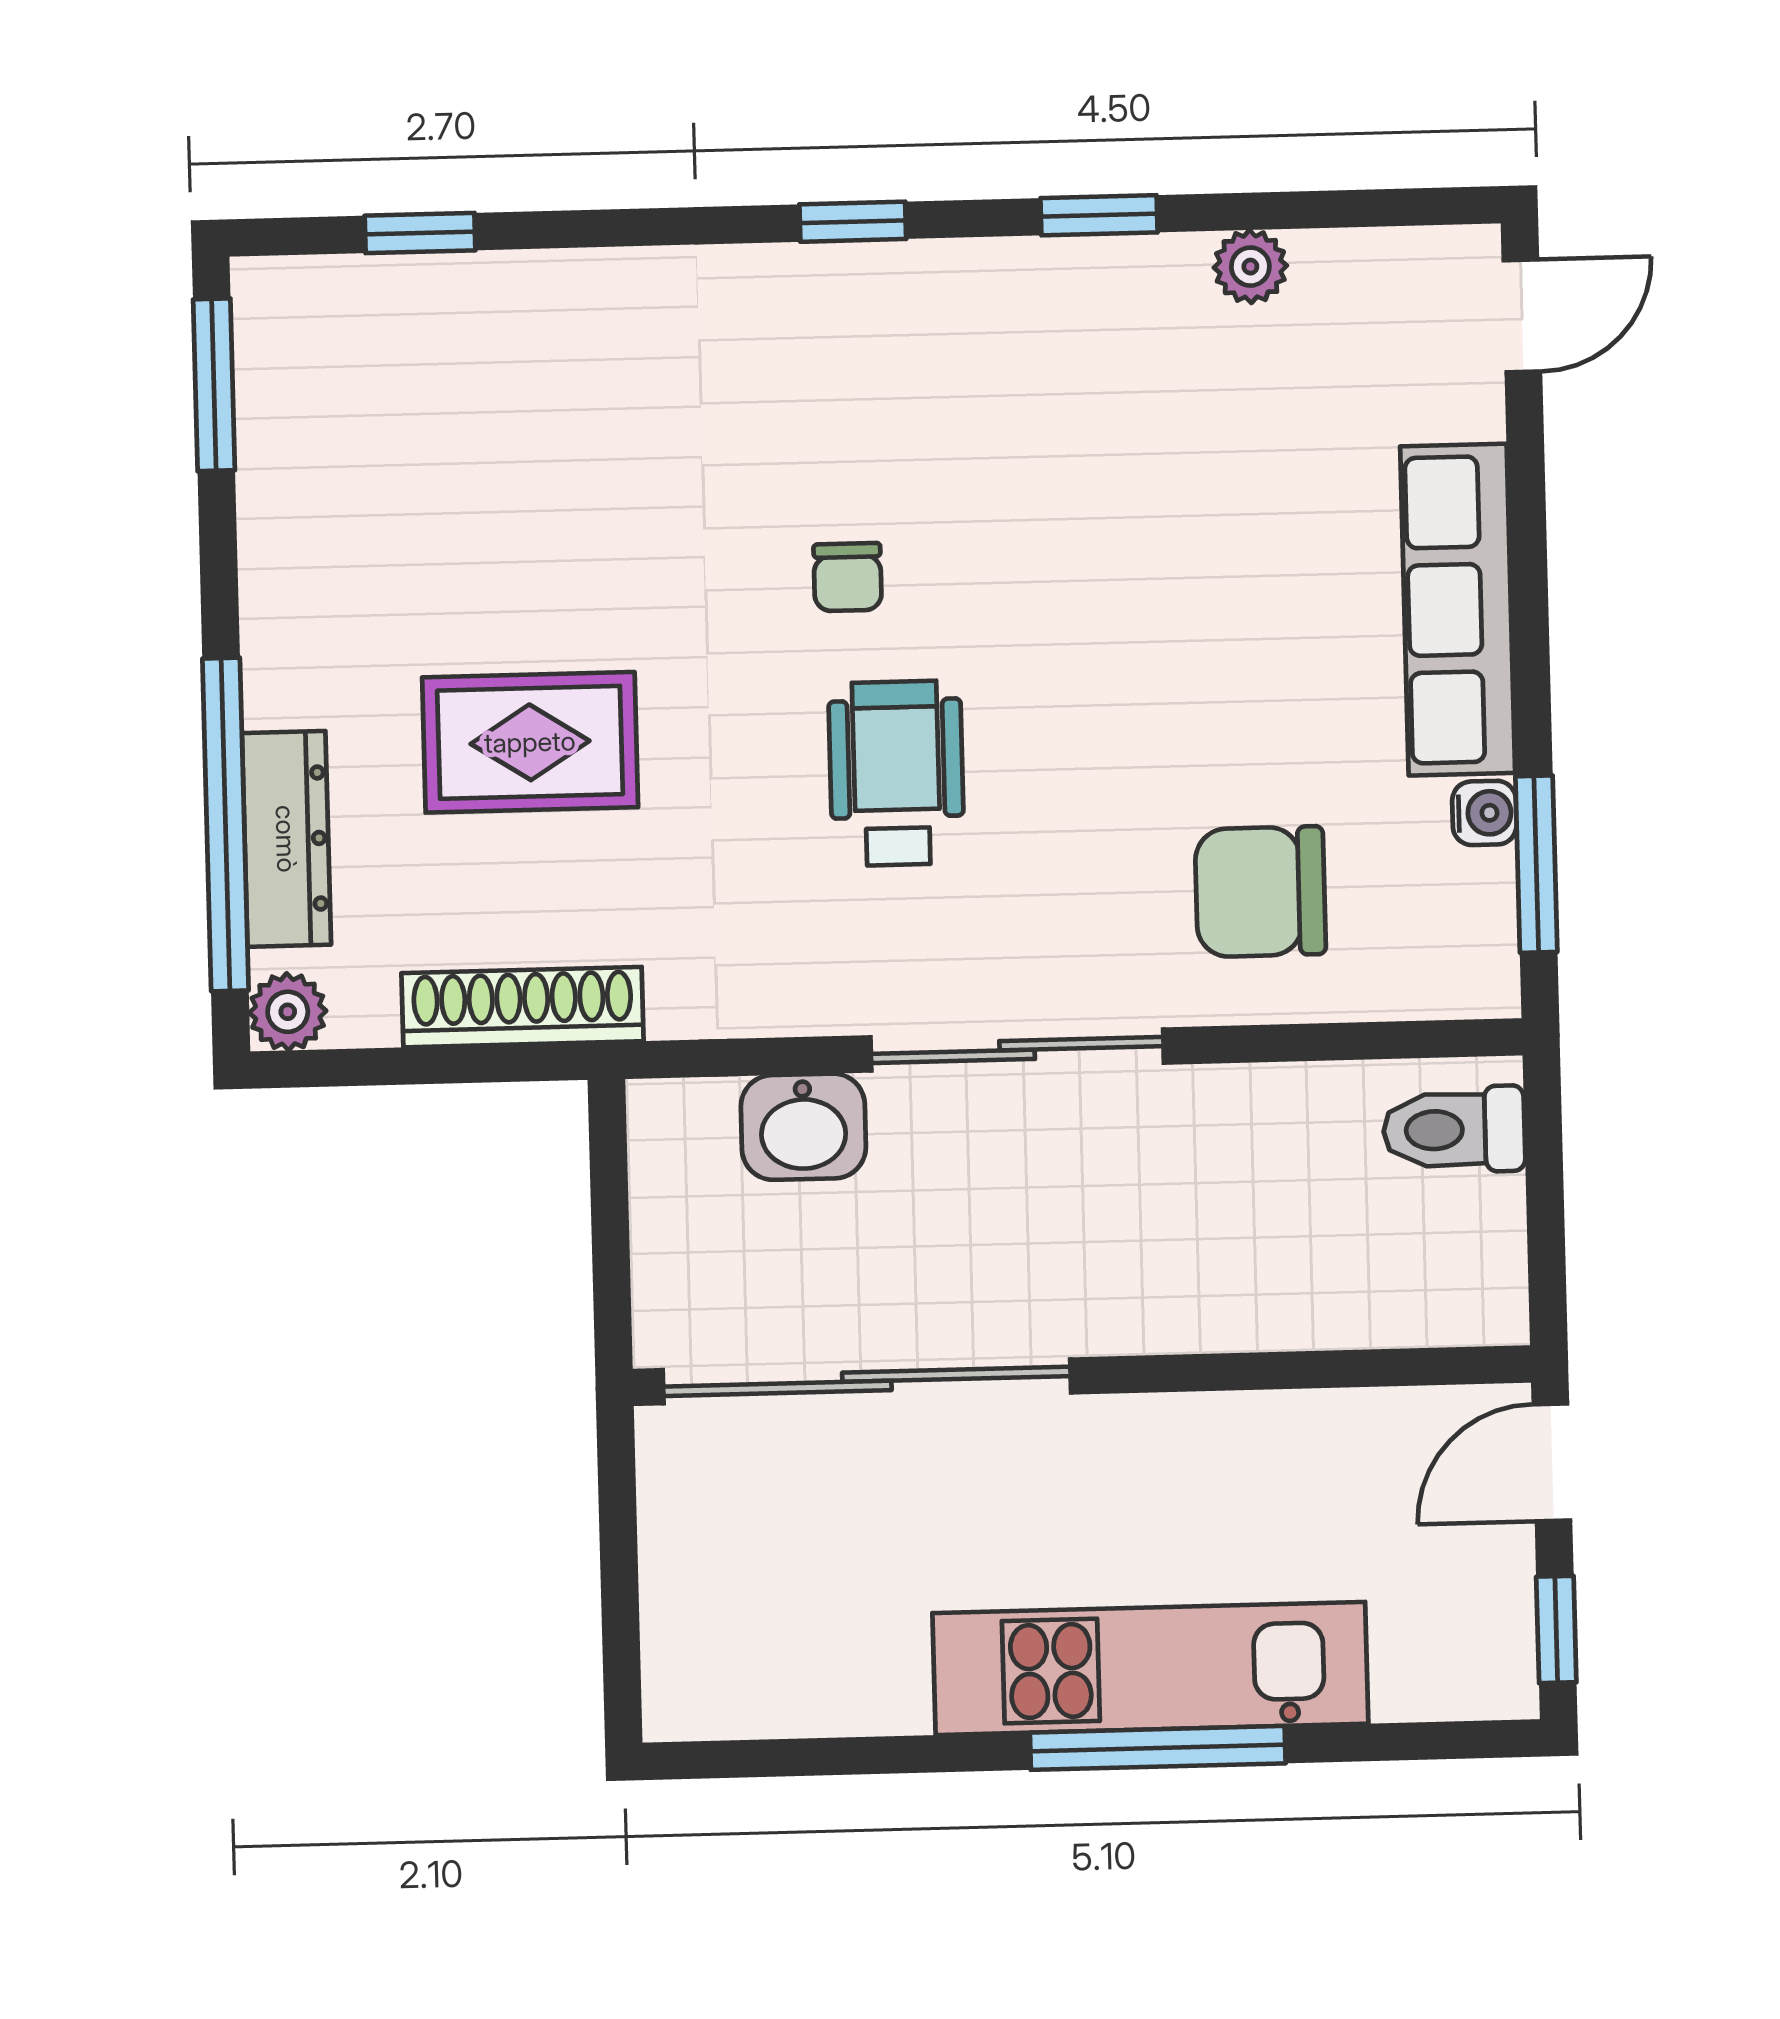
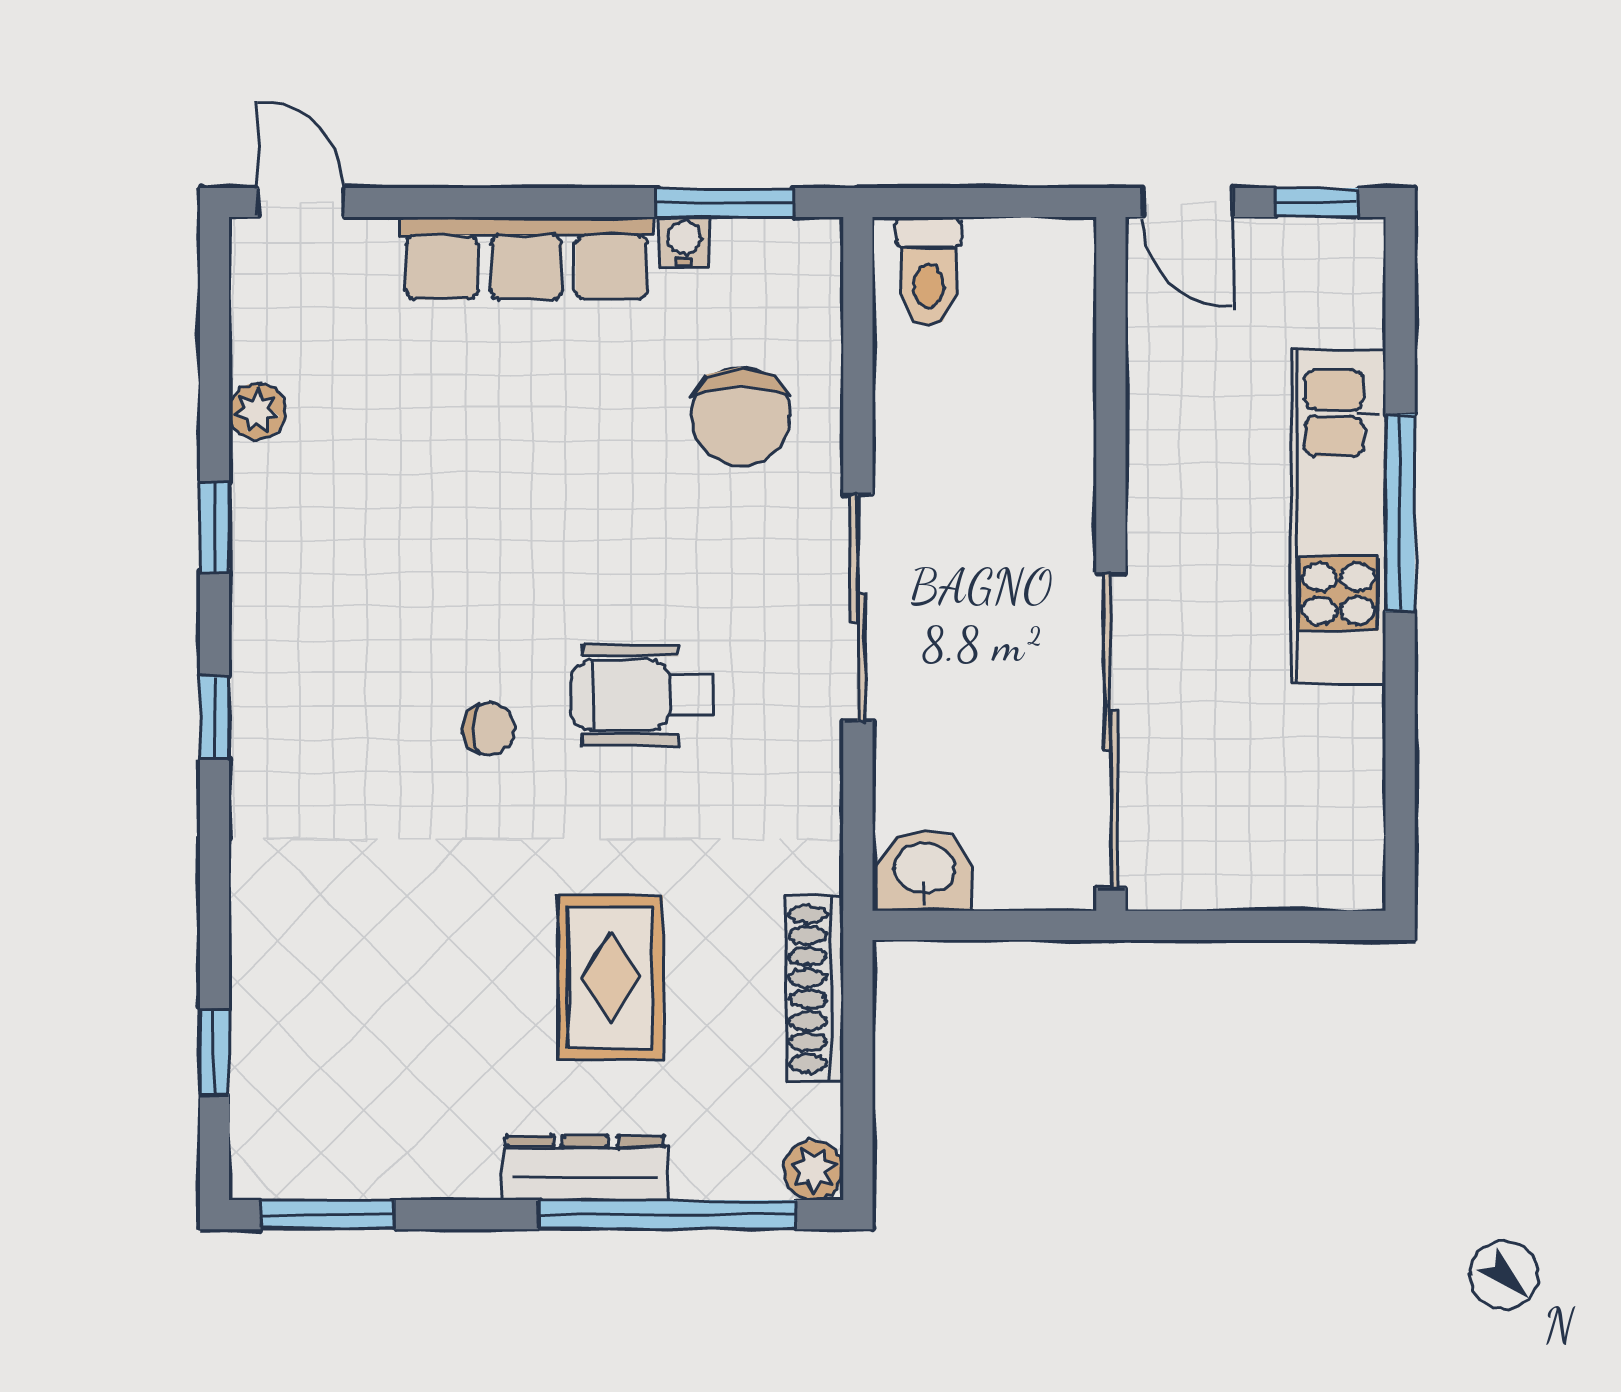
dresser: (286, 839) -> (585, 1168), moved
washbasin: (803, 1127) -> (925, 870), moved, turned -90

